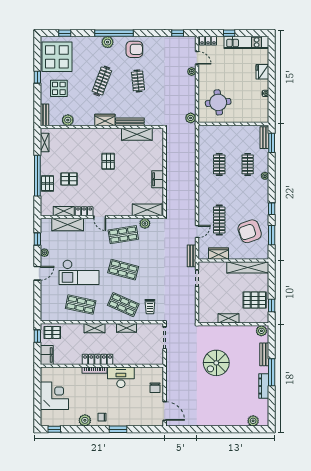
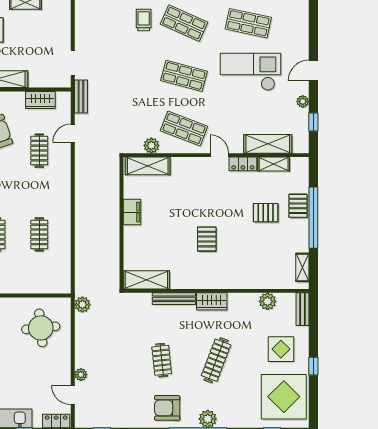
shelving: (137, 134) -> (146, 280), moved
clothes rail: (219, 220) -> (39, 151), width x0.73
shop shelf: (123, 235) -> (184, 129), turned 30

